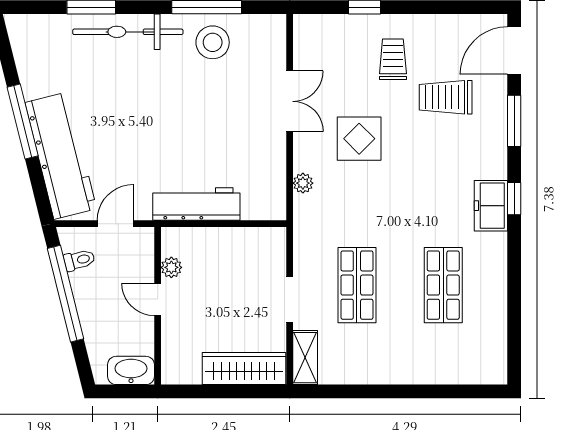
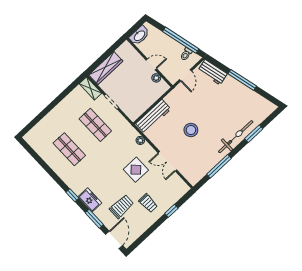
stool: (213, 42) -> (191, 130), moved
workbench: (61, 156) -> (212, 72), width x0.53, depth x0.76
workbench: (196, 204) -> (153, 116), moved
freezer: (491, 206) -> (90, 200), moved

